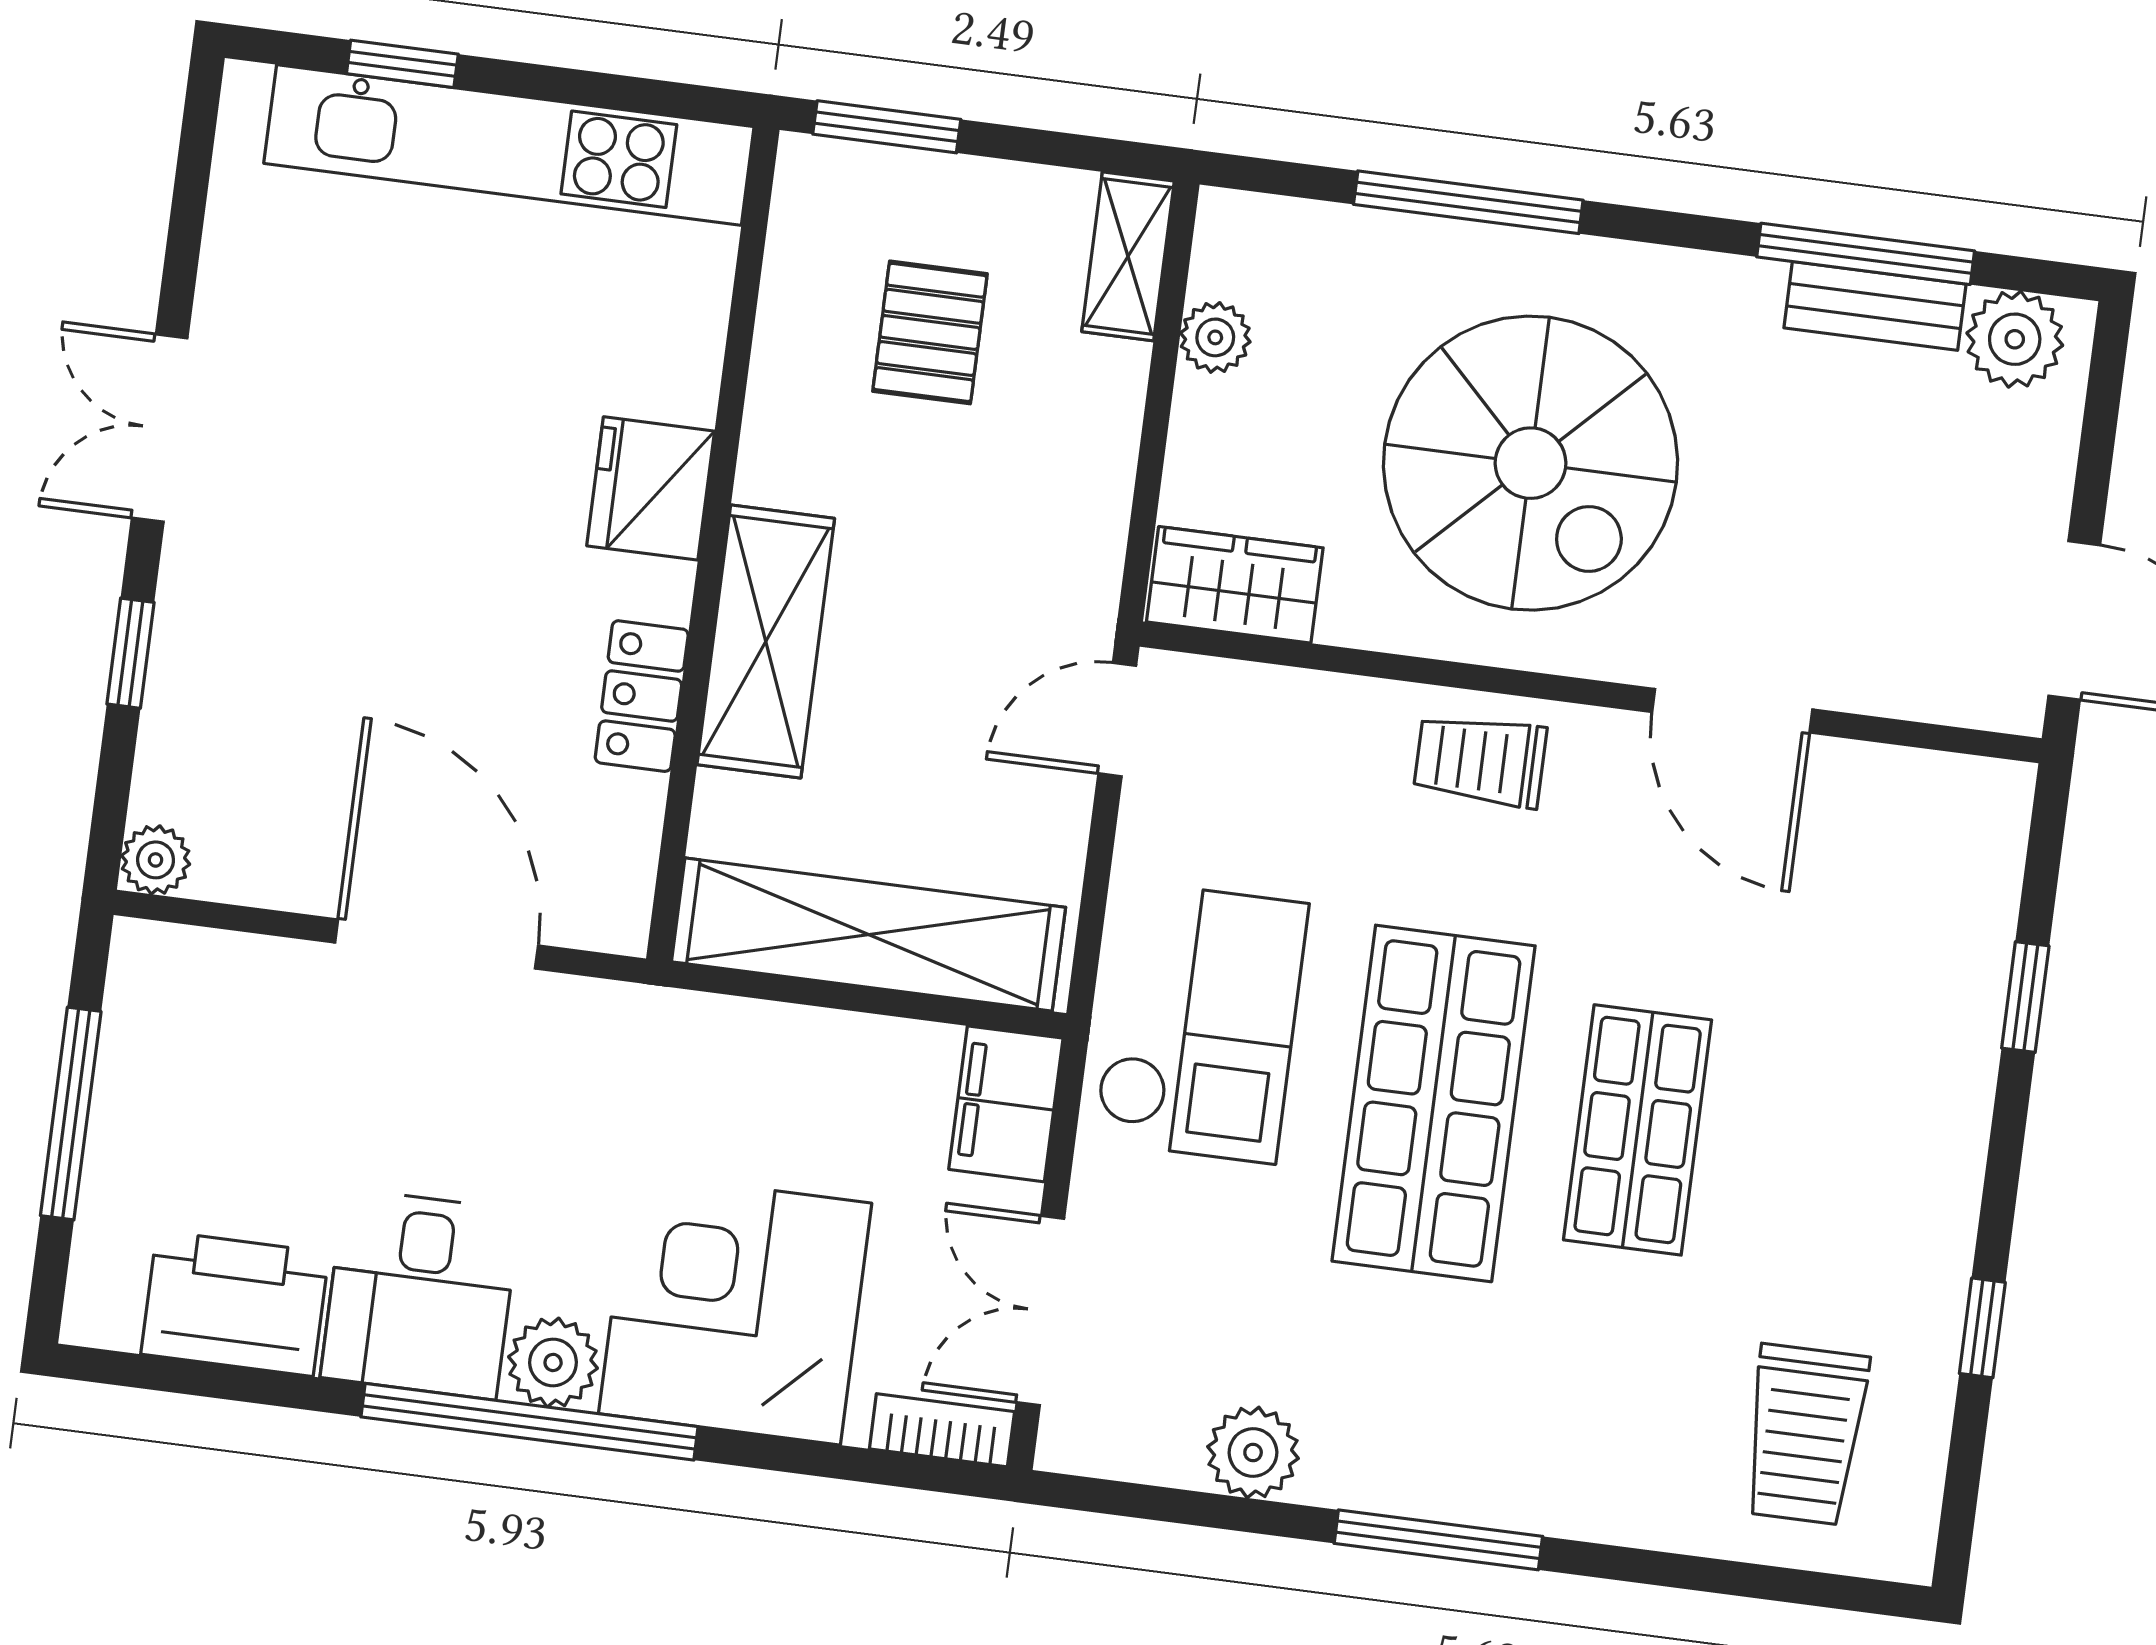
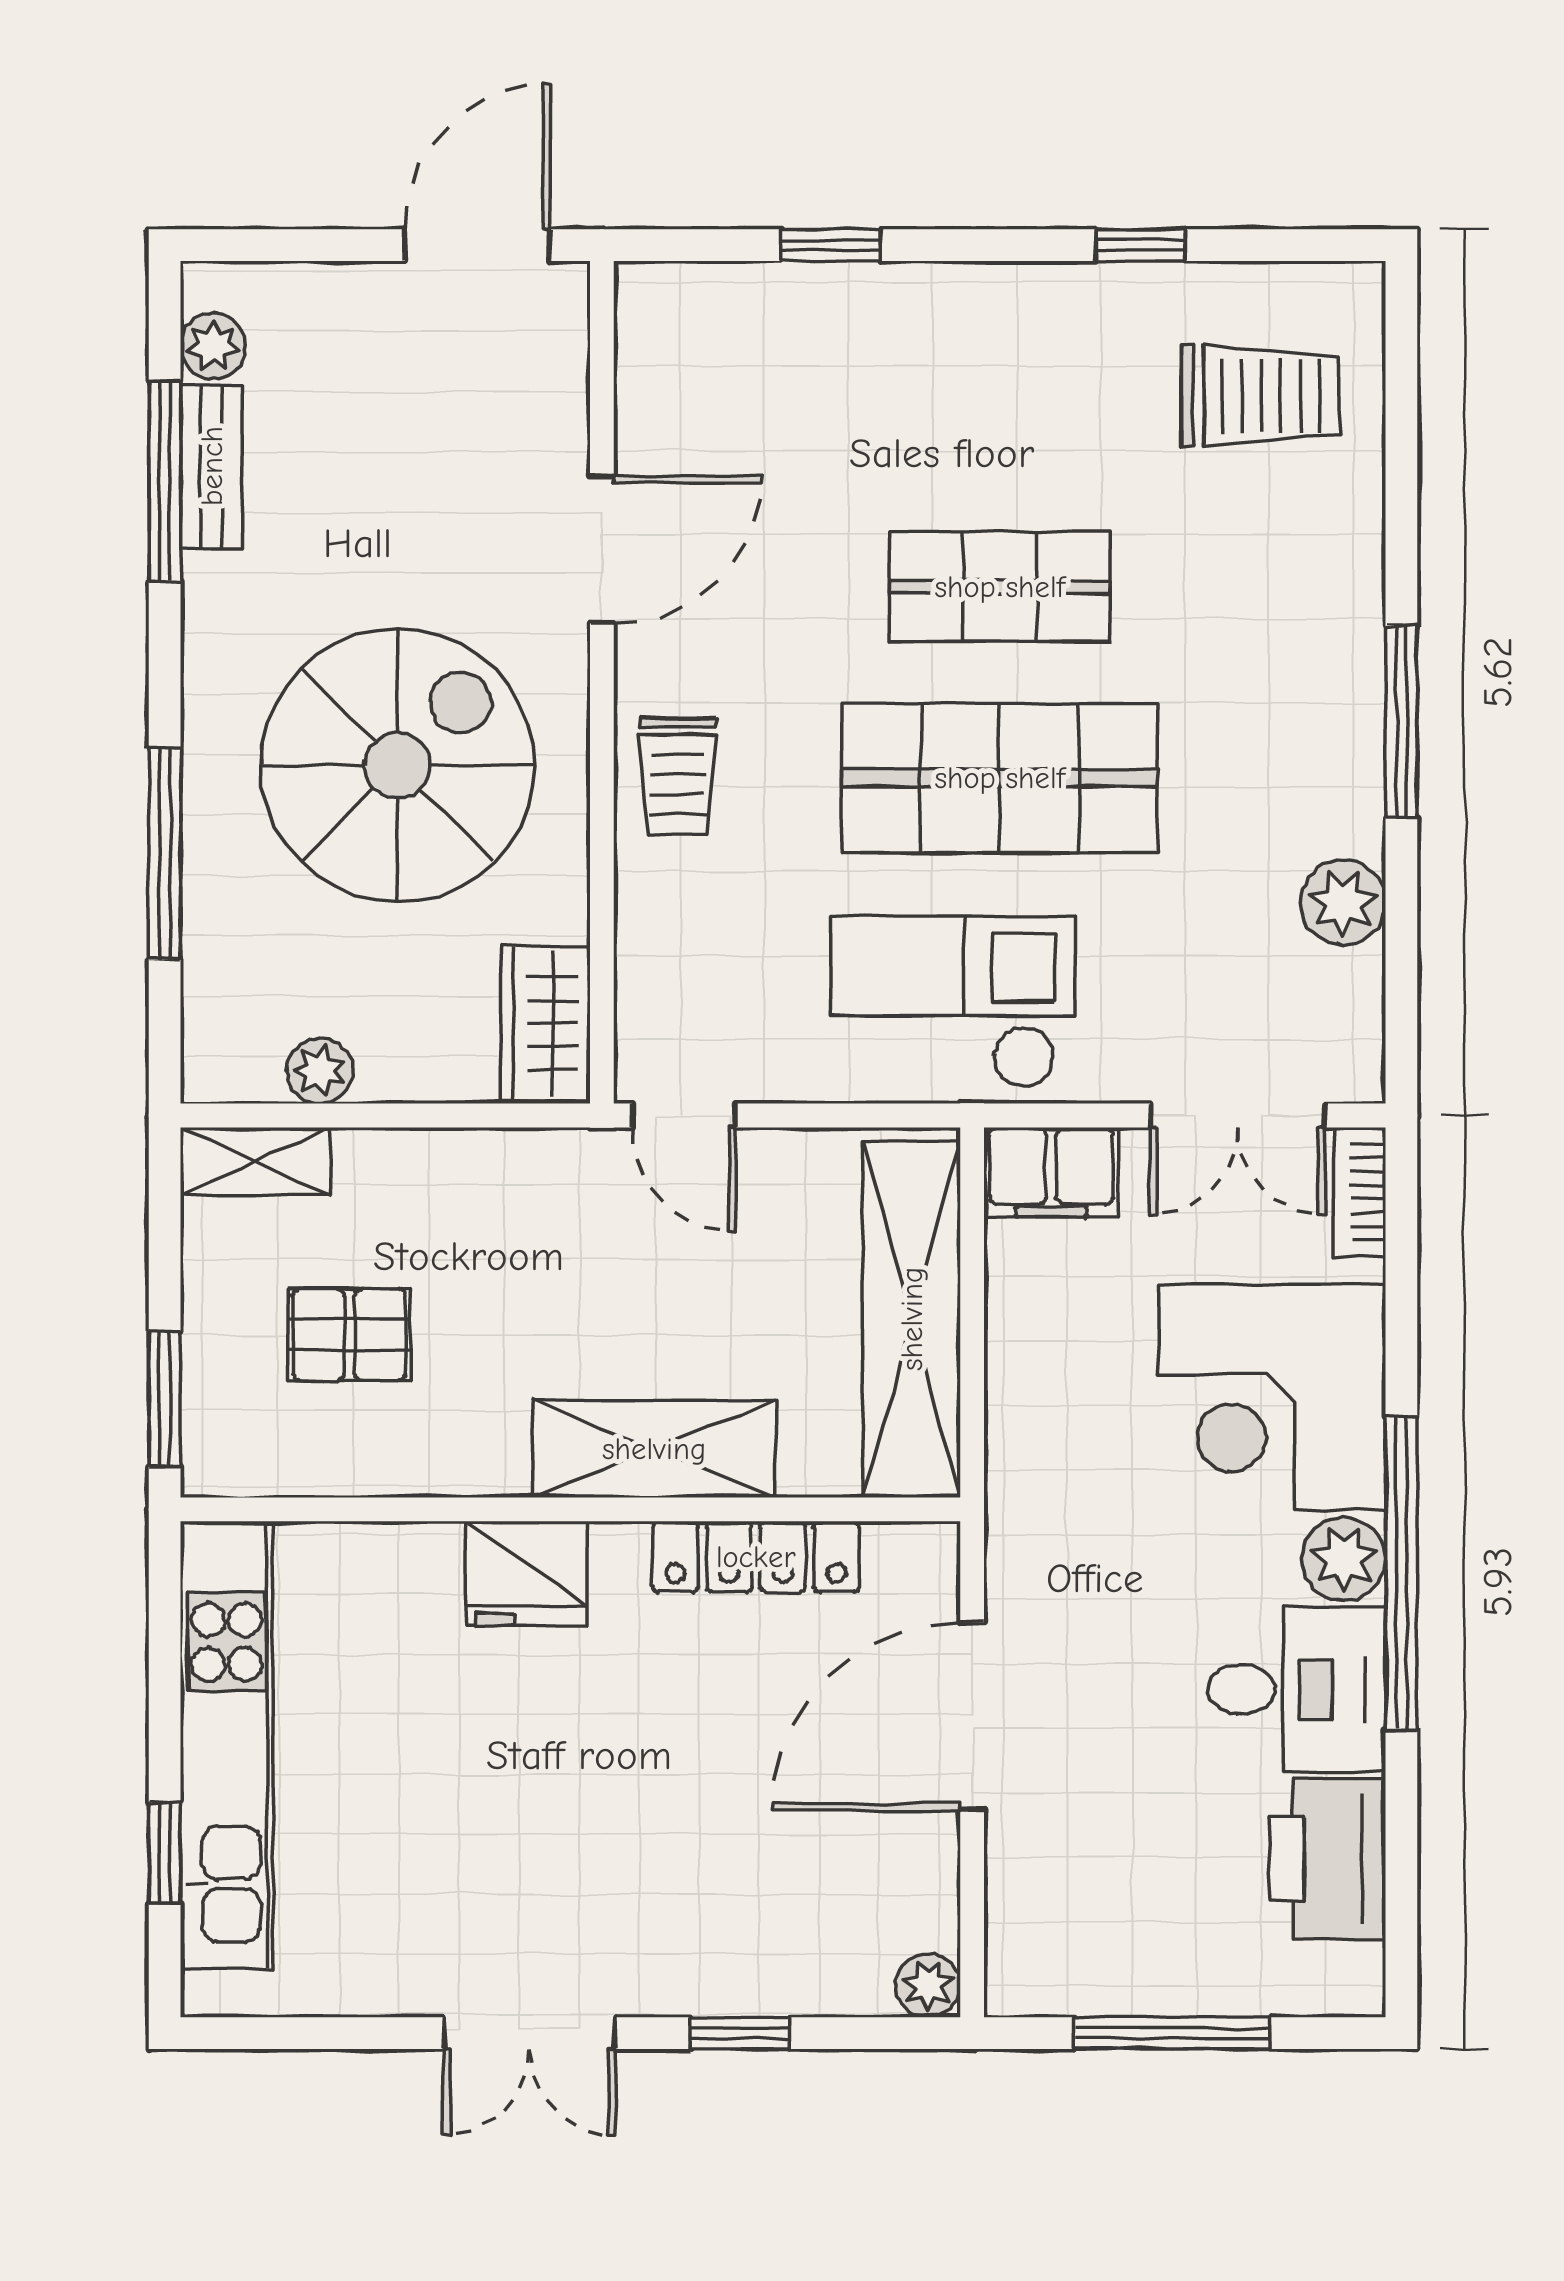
plant: (2015, 339) -> (213, 346), width x0.73, depth x0.73
locker: (642, 696) -> (756, 1557), width x1.53

